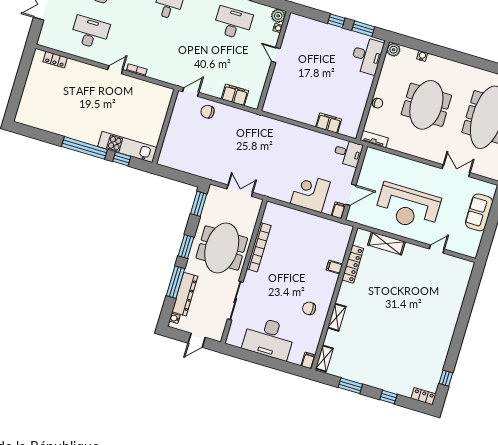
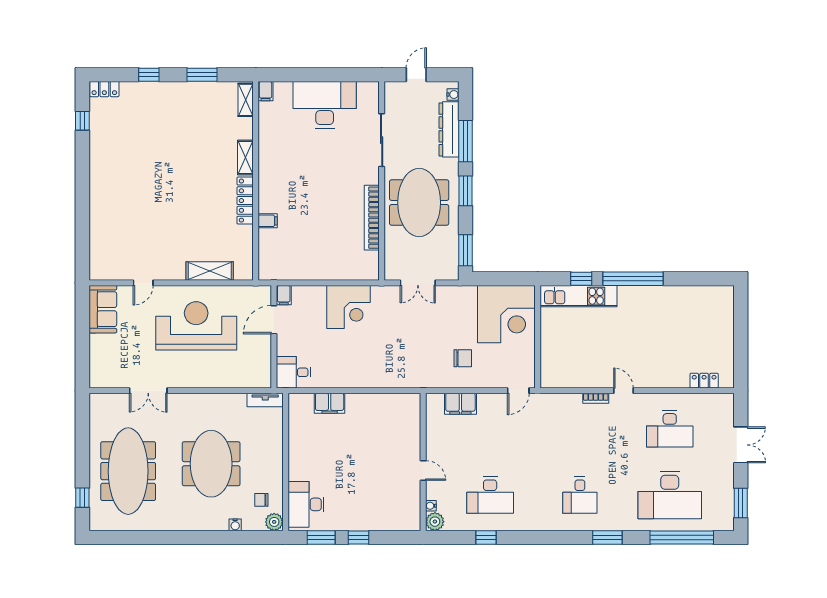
door: (115, 70) -> (623, 391), swing flipped
chair: (378, 103) -> (261, 500), moved
chair: (208, 112) -> (463, 358), moved
corner desk: (183, 149) -> (506, 314), added
corner desk: (310, 193) -> (349, 307), moved
sofa: (479, 212) -> (103, 309), moved
locker: (353, 264) -> (245, 201), moved
chair: (309, 308) -> (284, 158), removed

